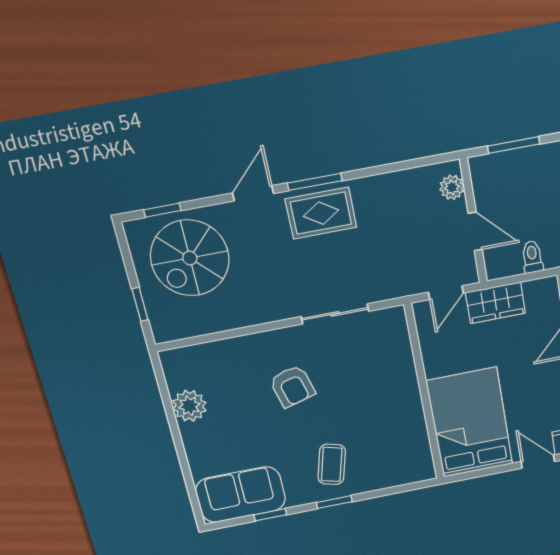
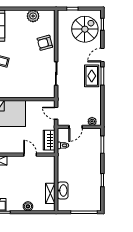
door: (253, 193) -> (102, 55), swing flipped
spiral stairs: (190, 258) -> (85, 29), turned 90
wardrobe: (496, 303) -> (49, 140), moved
armchair: (292, 386) -> (45, 43), moved

